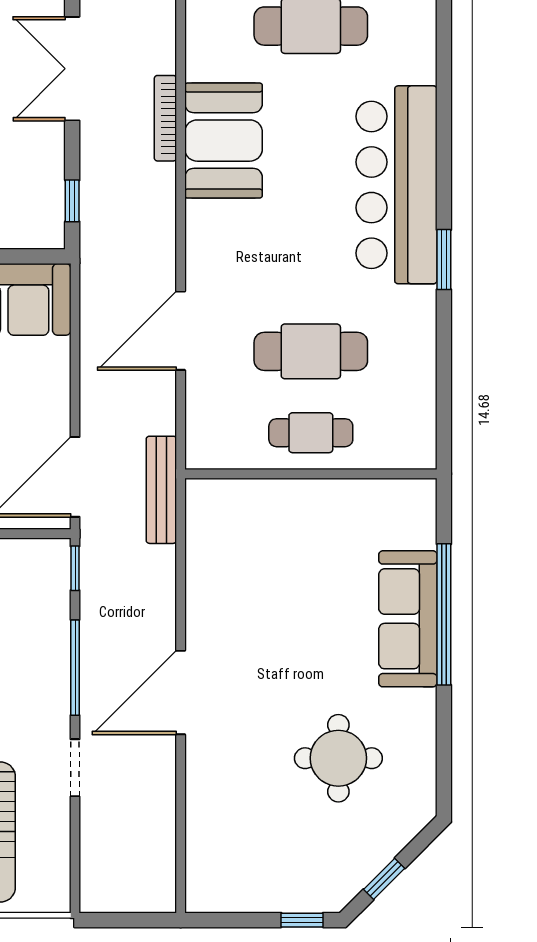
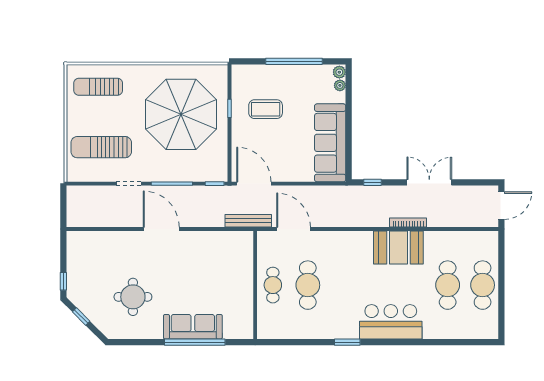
bar counter: (396, 185) -> (391, 322), width x0.73
door: (181, 331) -> (294, 229), moved

